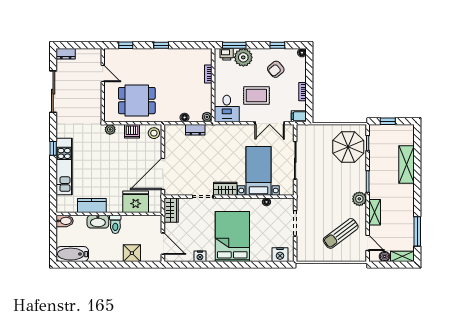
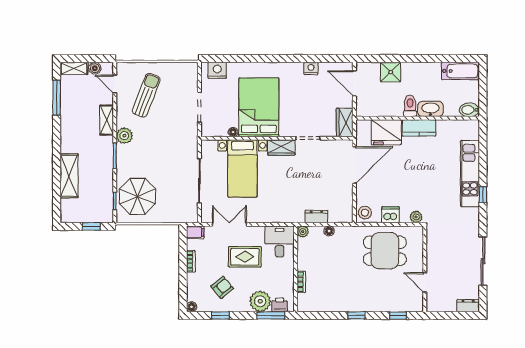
kitchen counter: (92, 205) -> (419, 128), moved
sun lounger: (341, 233) -> (146, 95), turned -32
bed: (232, 236) -> (259, 107), moved, turned 180

